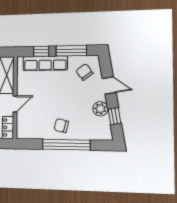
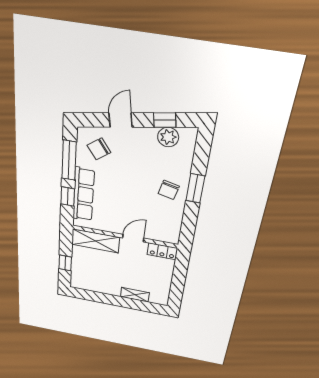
door: (15, 104) -> (133, 238), hinge flipped
plant: (100, 109) -> (168, 137), moved
window: (66, 145) -> (195, 188), width x0.47

